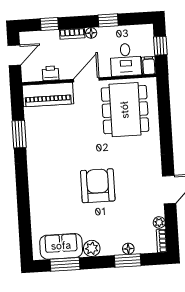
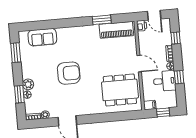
desk: (126, 60) -> (165, 81), moved, turned 180
printer: (51, 73) -> (142, 26), moved
piano: (48, 95) -> (116, 30), moved, turned -90
sofa: (61, 246) -> (42, 37), moved, turned 90
plant: (92, 248) -> (28, 84), moved

